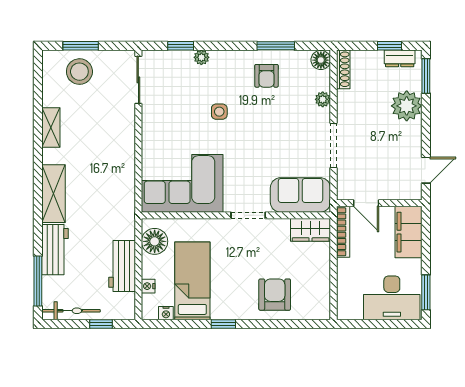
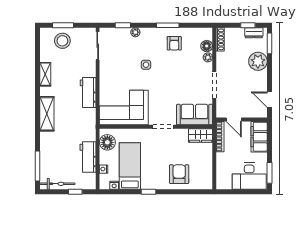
window: (276, 46) -> (168, 25), moved
floor lamp: (321, 60) -> (207, 46), moved
door: (426, 170) -> (270, 100), swing flipped
workbench: (55, 250) -> (88, 93), moved, turned 180

